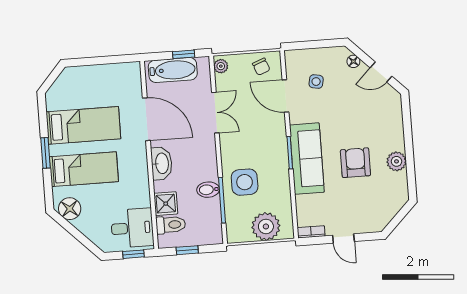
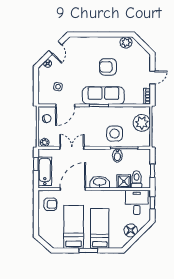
armchair: (118, 84) -> (50, 204), added
plant: (396, 161) -> (126, 42), moved
floor lamp: (70, 209) -> (131, 230), moved

